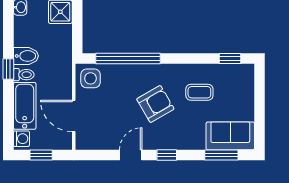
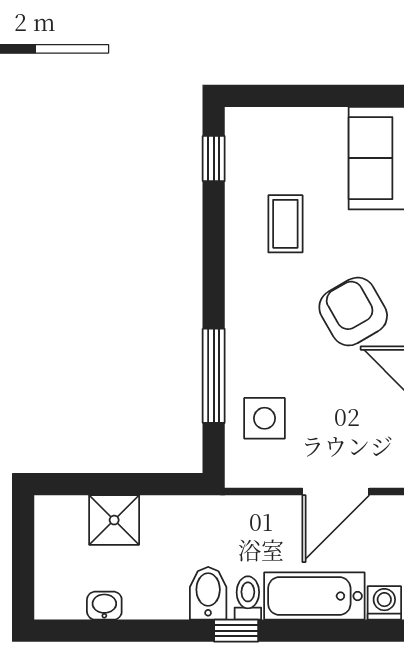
window: (128, 59) -> (214, 376), width x0.68
side table: (91, 78) -> (265, 418), moved
armchair: (155, 104) -> (353, 312), moved

